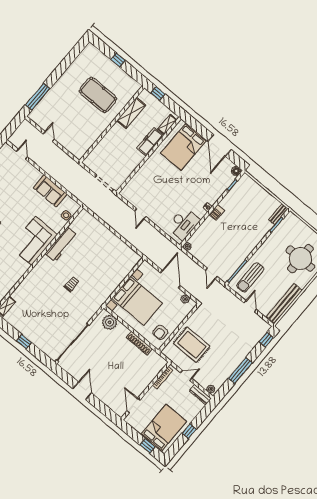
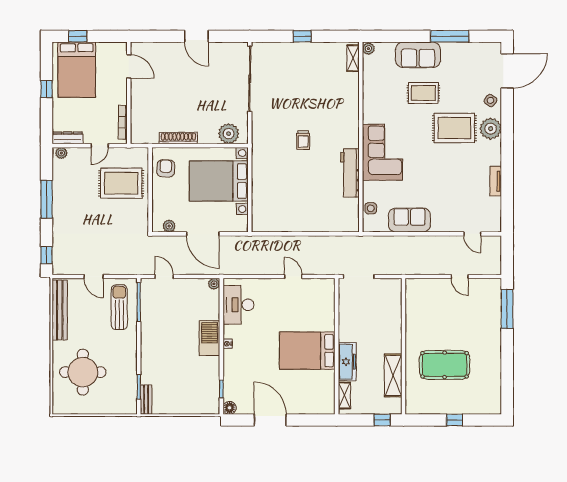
bed: (184, 147) -> (307, 351), moved, turned -90
barbecue: (217, 212) -> (209, 338), width x1.88, depth x1.53

